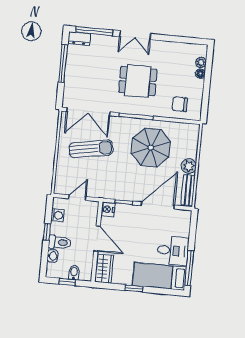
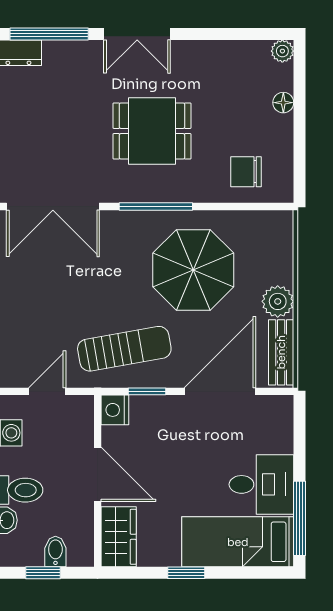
plant: (201, 62) -> (282, 51), moved
sun lounger: (91, 149) -> (124, 349), moved

